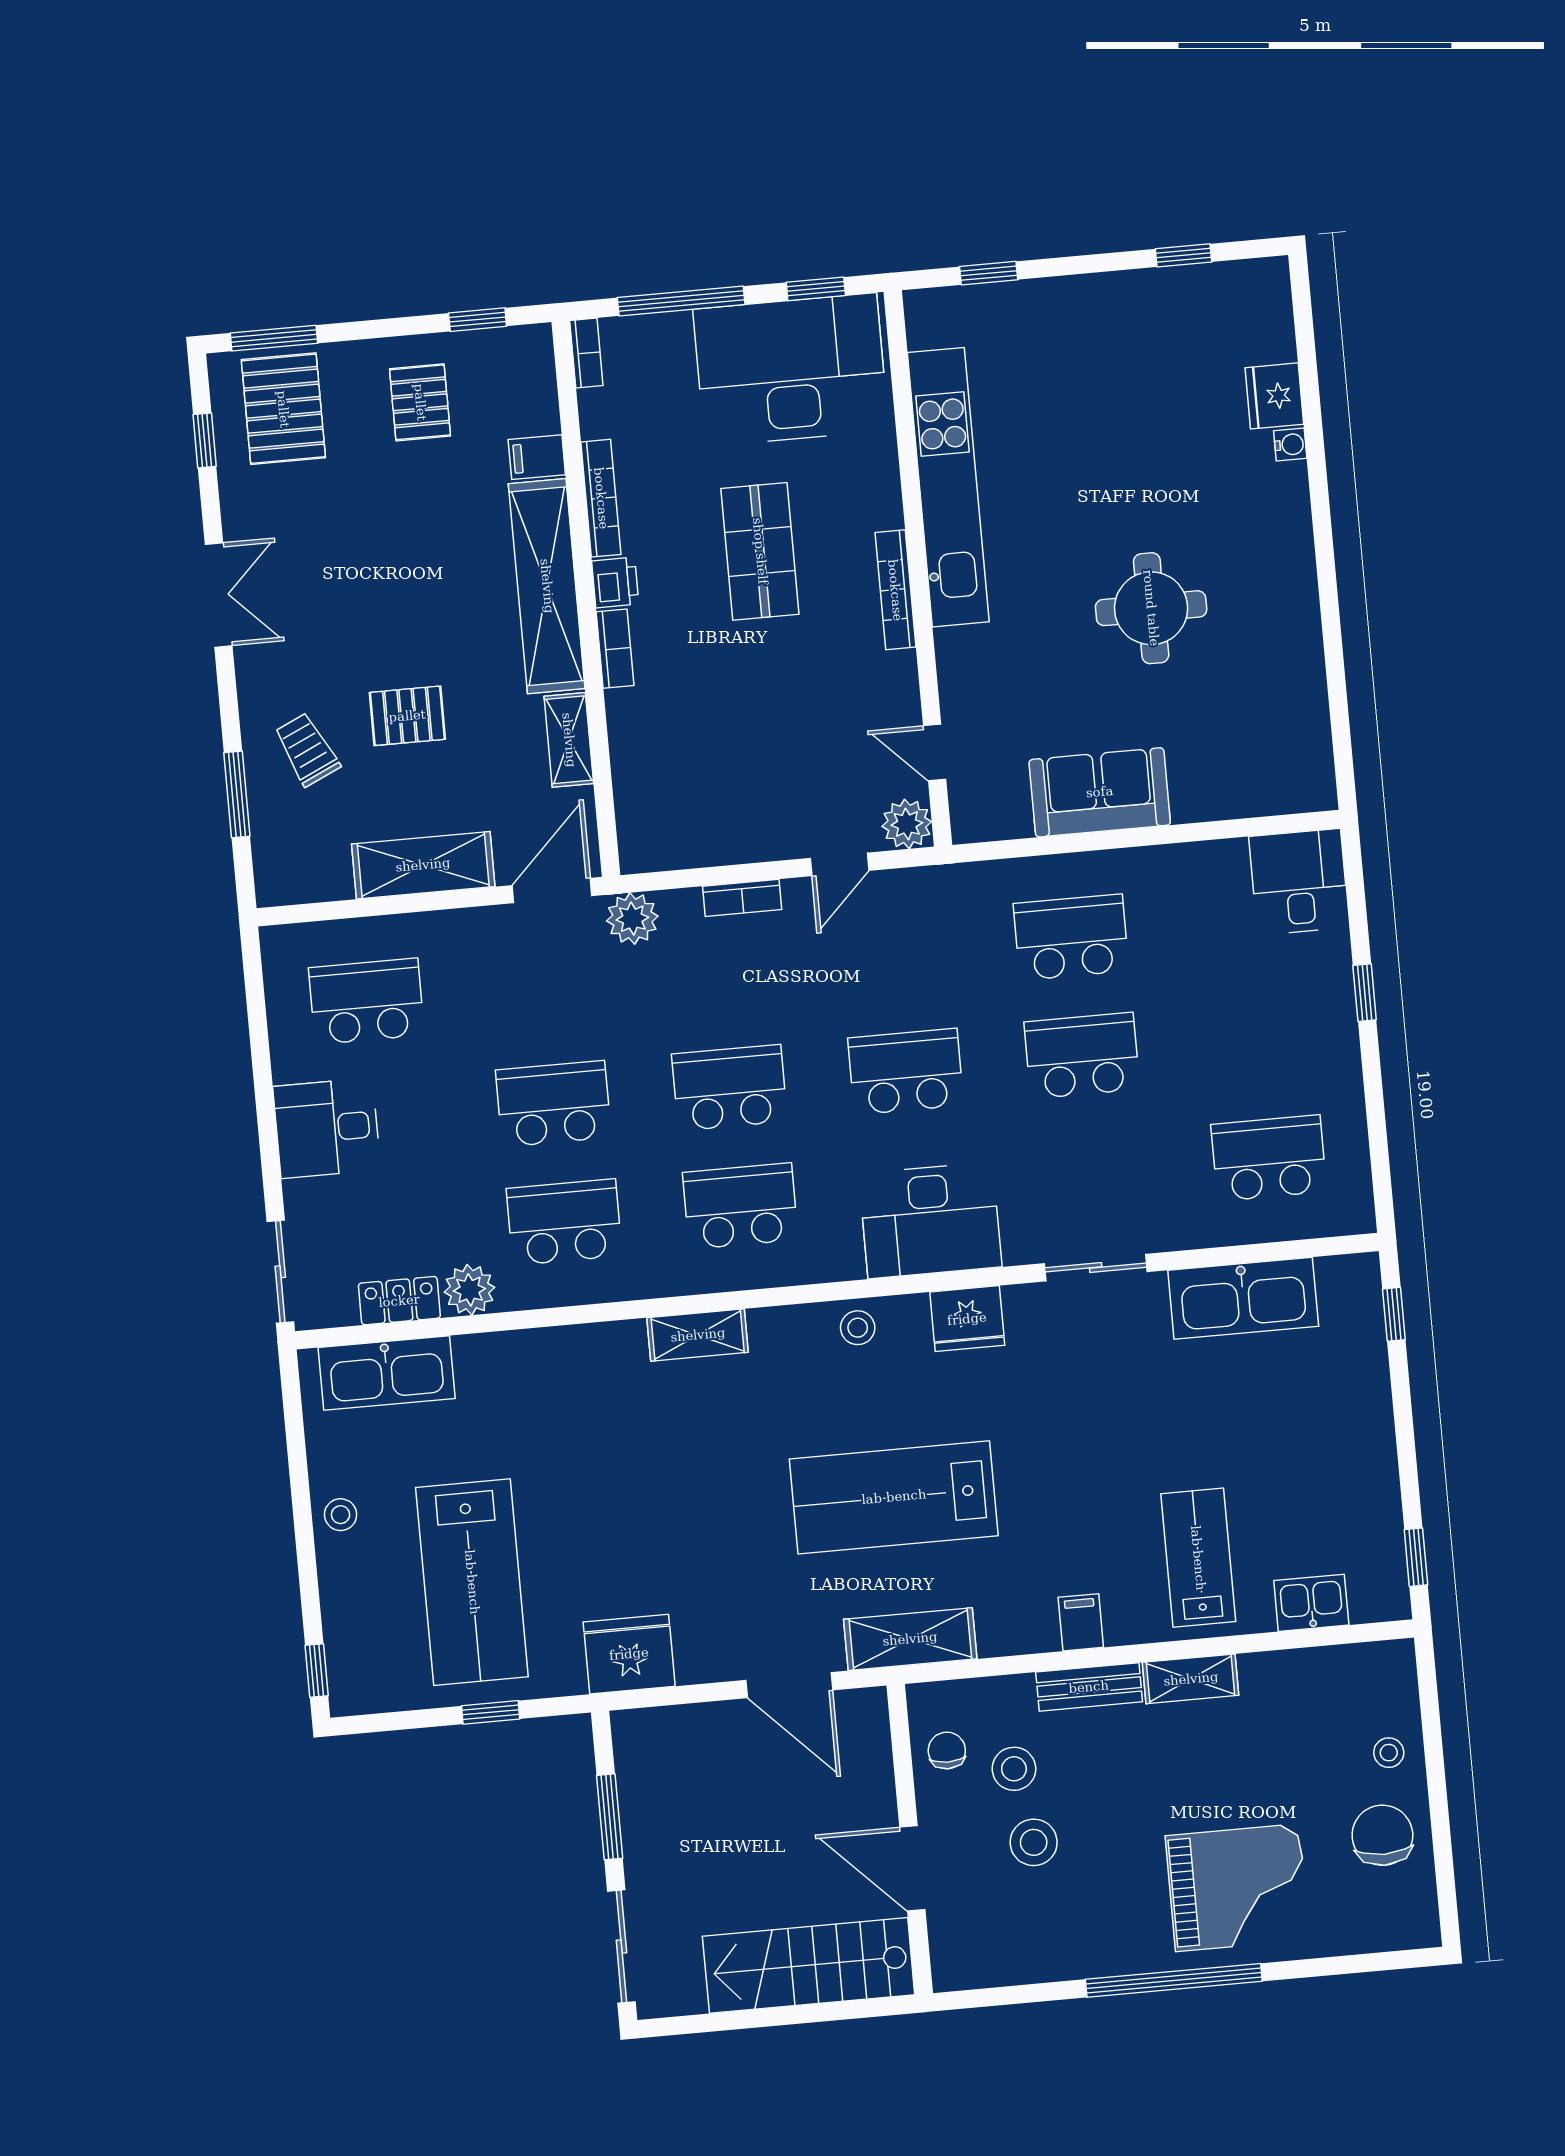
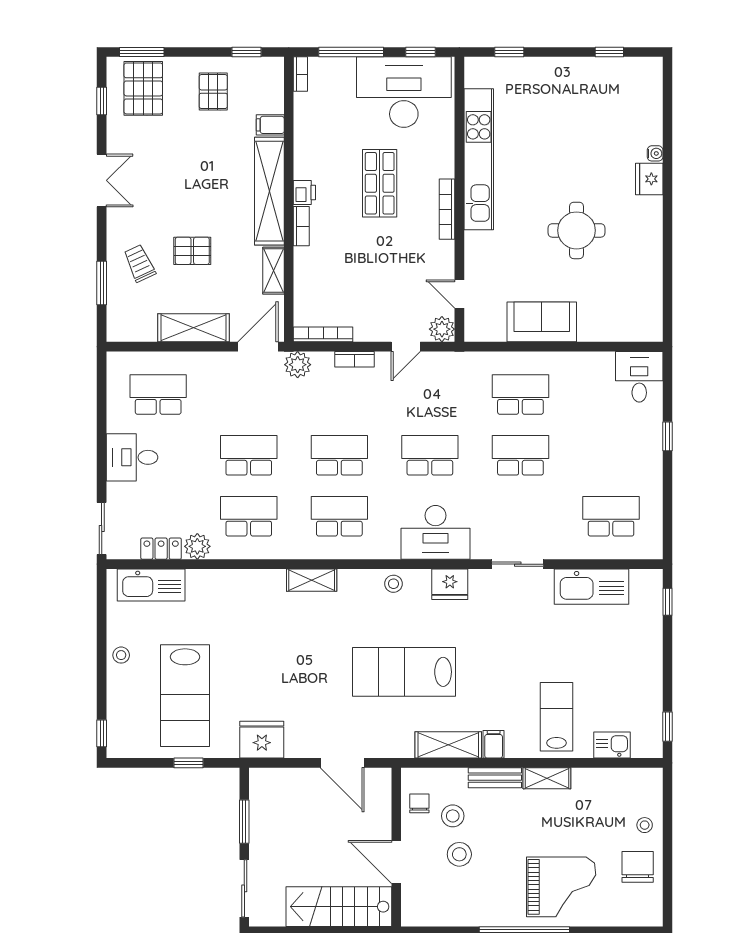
fridge: (1274, 396) -> (649, 179), moved
bookcase: (601, 498) -> (323, 334), moved, turned -90
shelving: (910, 1639) -> (448, 745), moved

